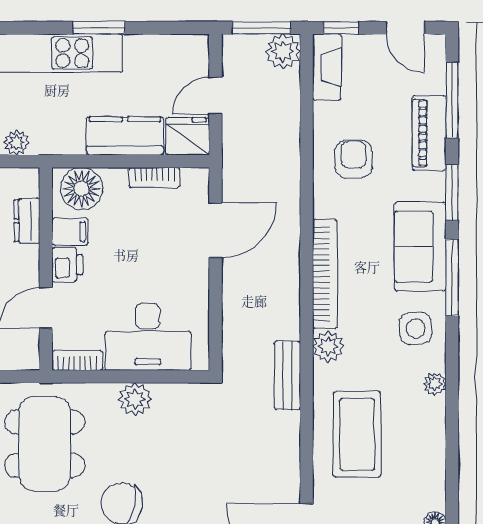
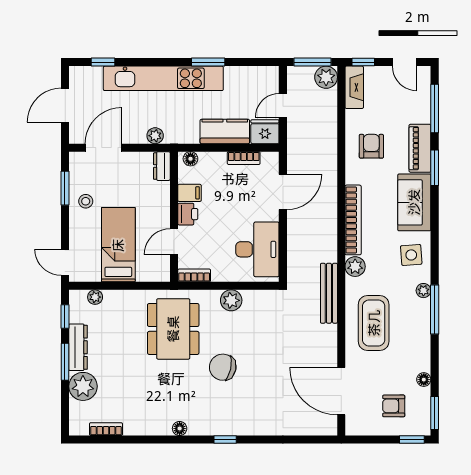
piano: (429, 133) -> (420, 148), moved
floor lamp: (82, 189) -> (190, 159), width x0.53, depth x0.53
dresser: (27, 221) -> (162, 166), moved
window: (452, 277) -> (435, 310), moved
desk: (148, 337) -> (257, 249), moved, turned -90
bench: (287, 376) -> (329, 293), width x1.36

